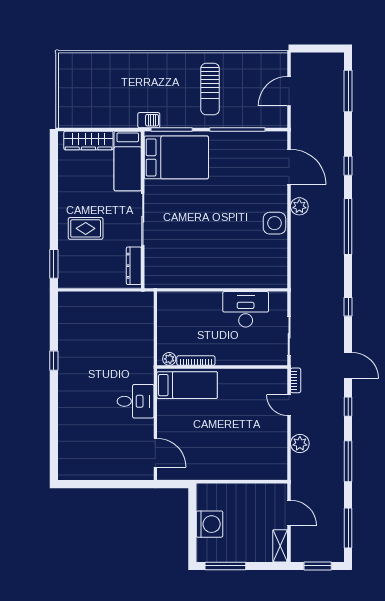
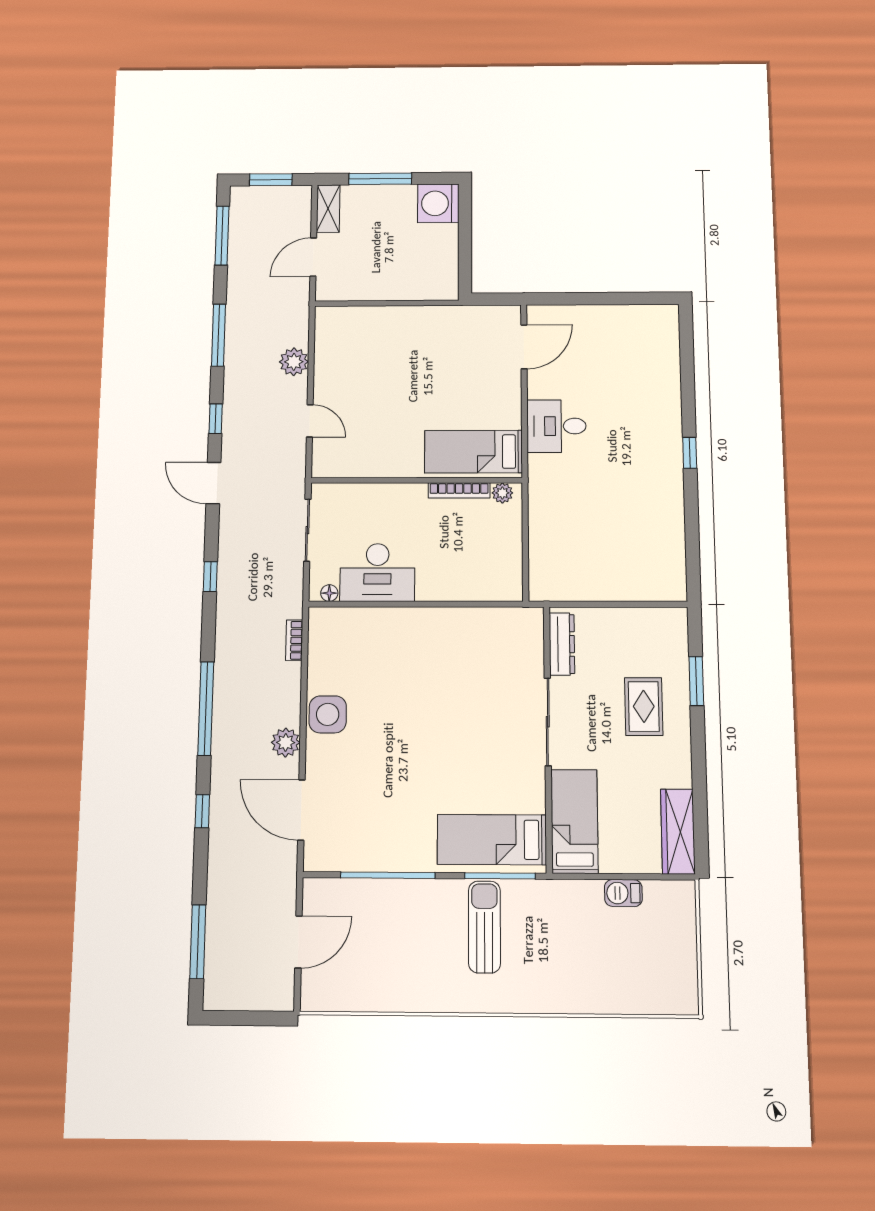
sun lounger: (210, 89) -> (484, 927), moved
barbecue: (149, 120) -> (623, 893), moved
wardrobe: (88, 140) -> (678, 831), moved, turned -90
bed: (176, 157) -> (492, 840), width x0.67
rug: (86, 228) -> (644, 706), turned 90
window: (54, 264) -> (696, 681), moved
floor lamp: (275, 297) -> (329, 593), added
window: (54, 361) -> (690, 453), moved
bookcase: (296, 380) -> (294, 640), moved
door: (155, 453) -> (524, 347), swing flipped
door: (289, 513) -> (313, 257), hinge flipped
washing machine: (209, 524) -> (438, 203), moved
window: (225, 566) -> (380, 179), moved

